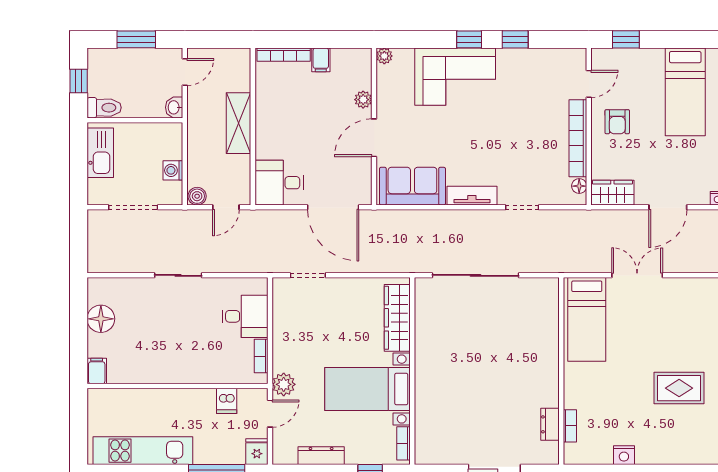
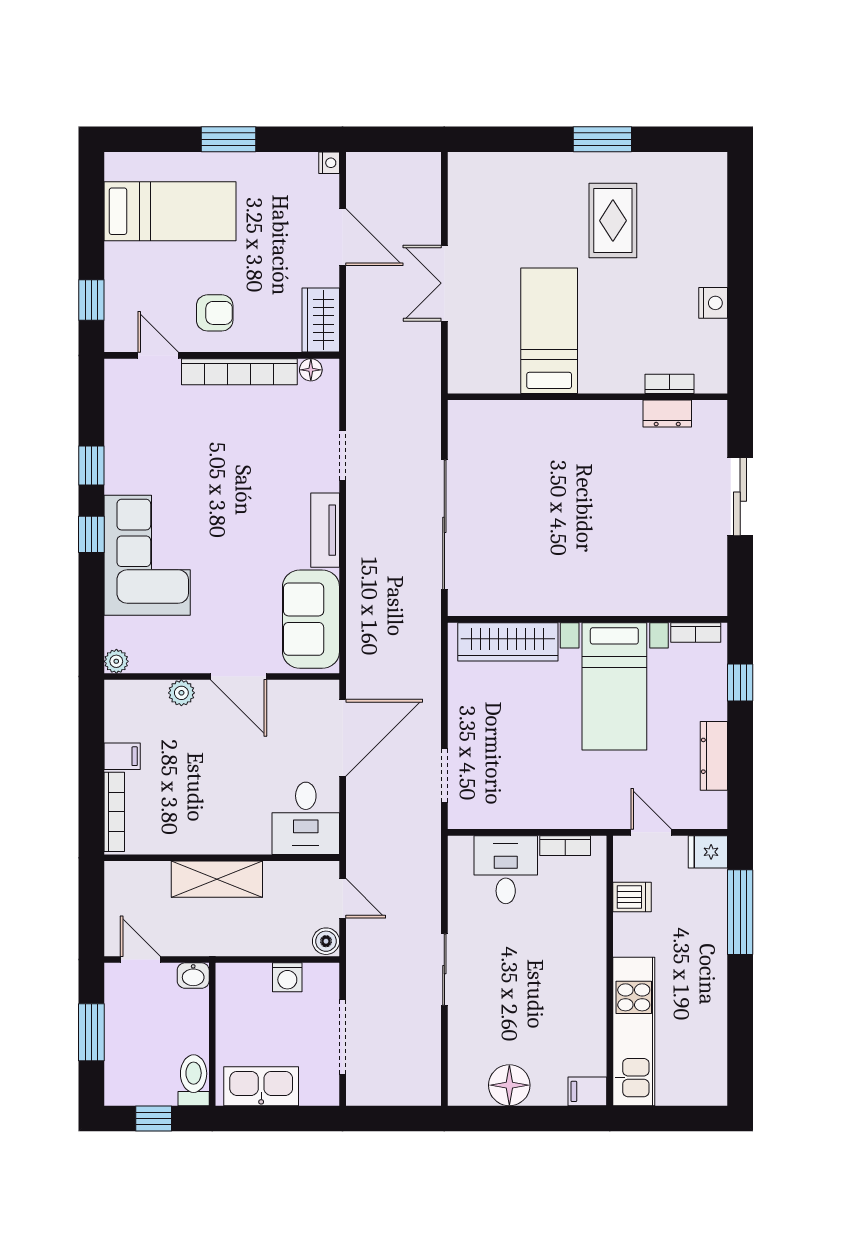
bed: (587, 319) -> (549, 331), moved, turned -90
plant: (284, 384) -> (607, 812), removed
kitchen unit: (143, 451) -> (634, 1032), moved, turned 180

